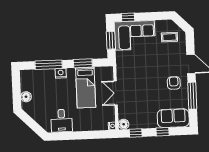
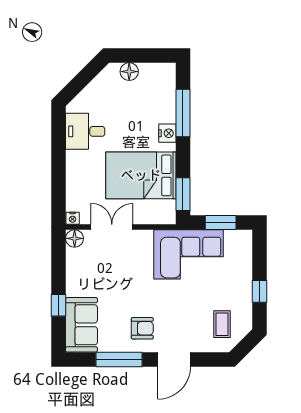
window: (128, 17) -> (259, 291), moved
corner sofa: (135, 35) -> (188, 254), moved, turned -90
window: (83, 63) -> (183, 194), moved
bed: (86, 87) -> (141, 175), width x1.50
double door: (116, 93) -> (112, 227), moved
window: (136, 133) -> (59, 259), removed

